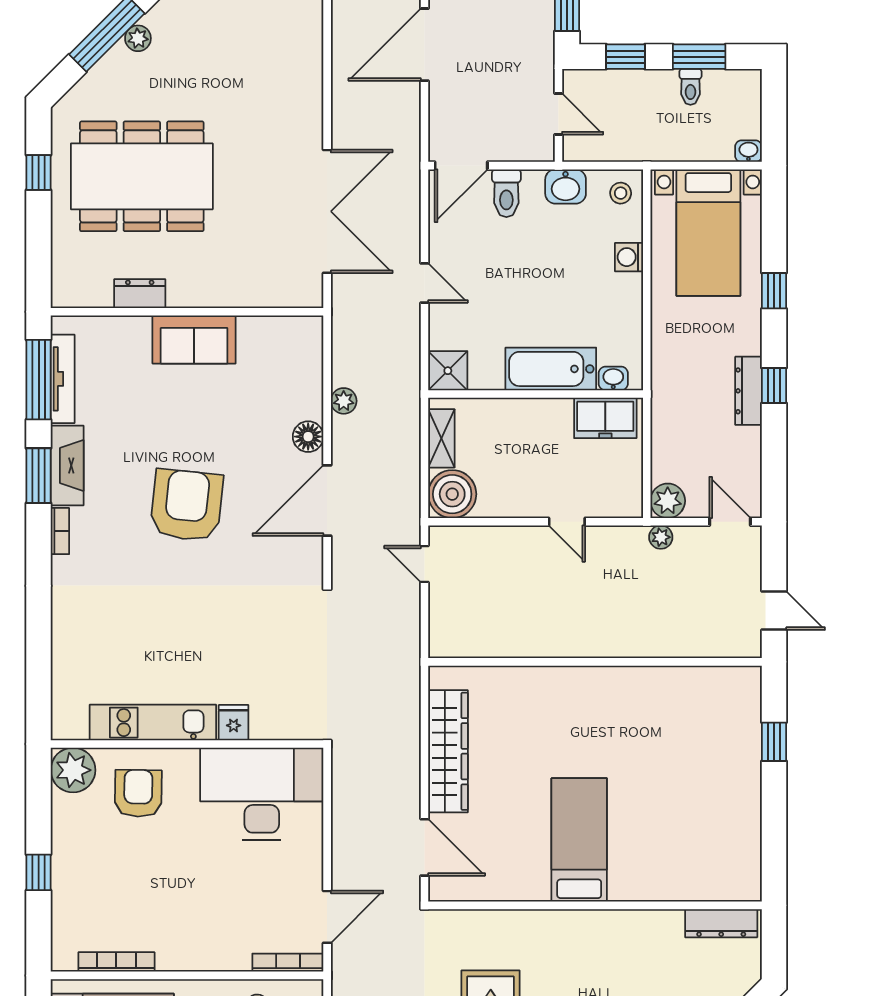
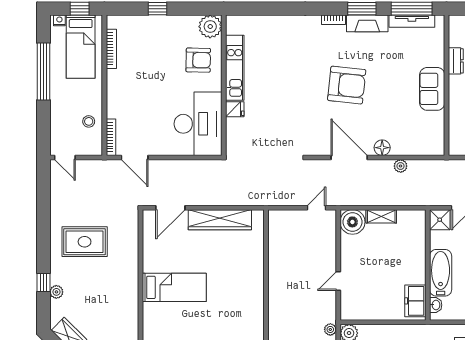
bathtub: (551, 369) -> (441, 273), moved
shower: (448, 371) -> (440, 220), moved
washbasin: (613, 378) -> (436, 305), moved
wall: (536, 394) -> (428, 265), moved
freezer: (605, 418) -> (415, 301), moved

